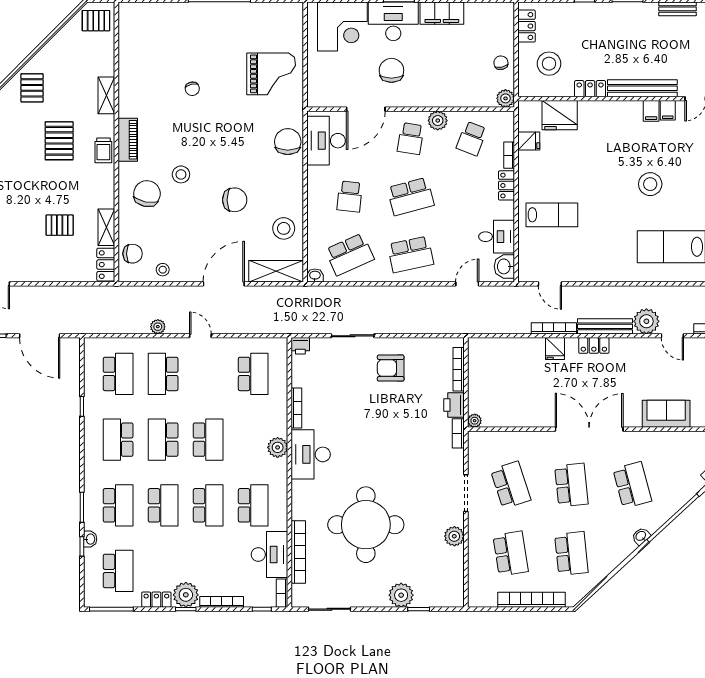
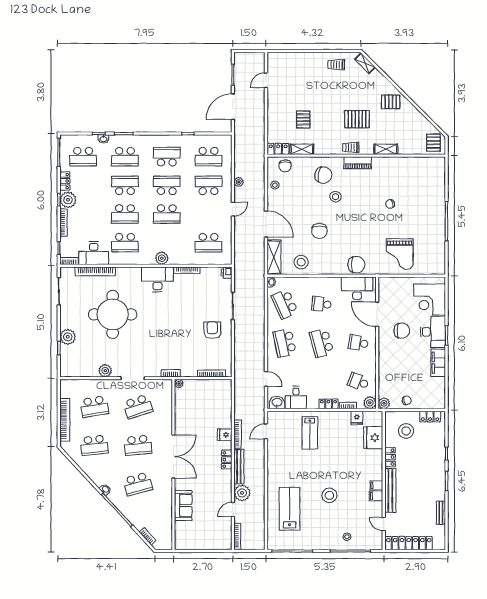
filing cabinet: (668, 110) -> (376, 485), moved
plant: (438, 121) -> (370, 403), moved
printer: (454, 405) -> (189, 371), removed
school desk: (163, 505) -> (125, 185), turned 180

